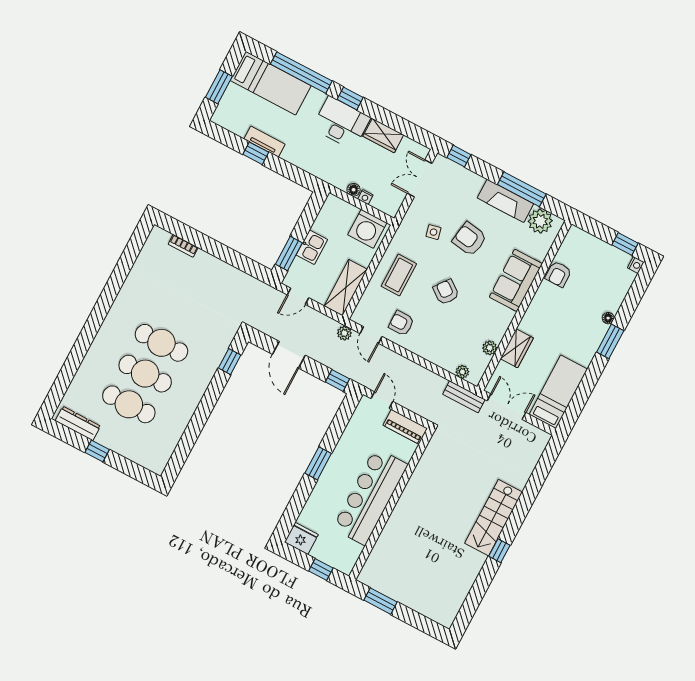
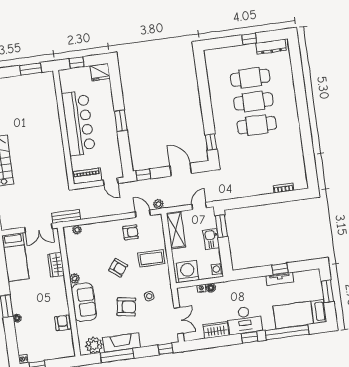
washing machine: (330, 206) -> (217, 269), added
coffee table: (399, 275) -> (151, 258), turned 90
plant: (490, 348) -> (75, 278), moved

